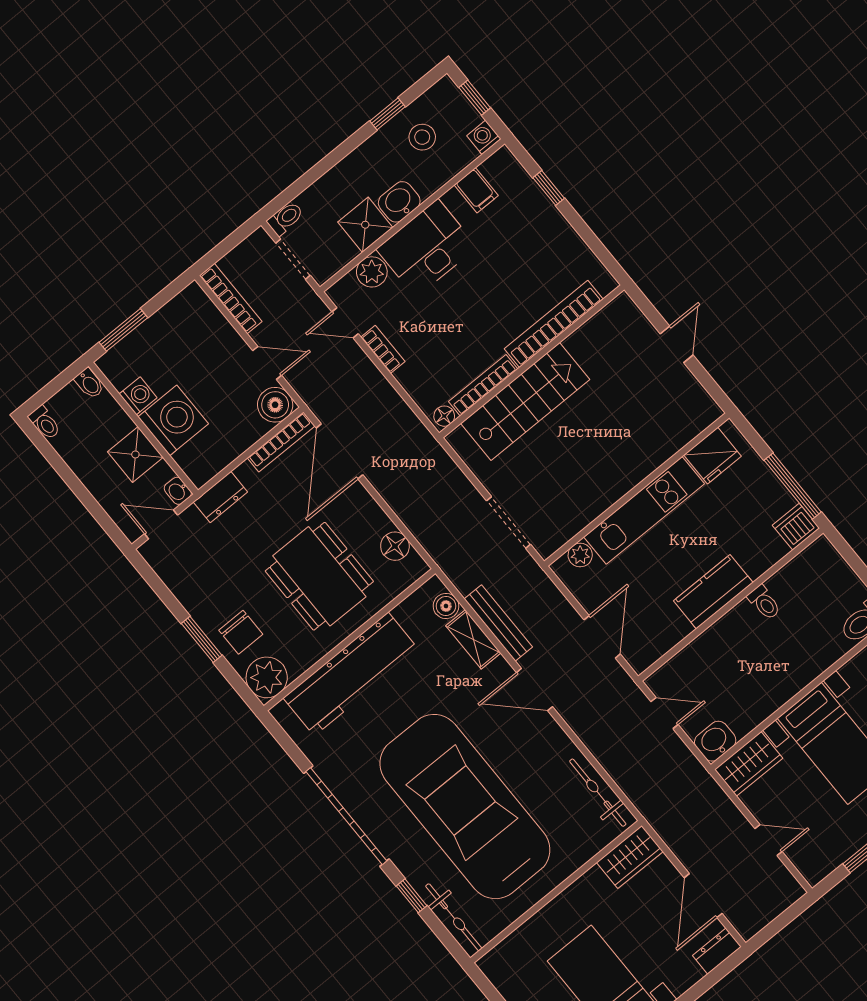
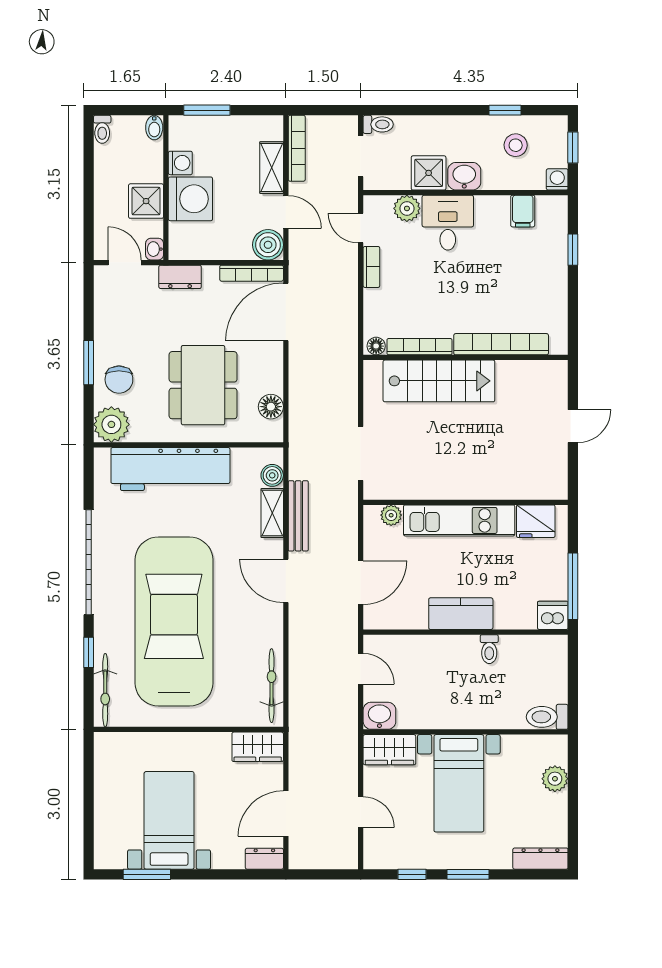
desk: (427, 248) -> (448, 223), width x0.73
shelving: (222, 334) -> (272, 168), added

